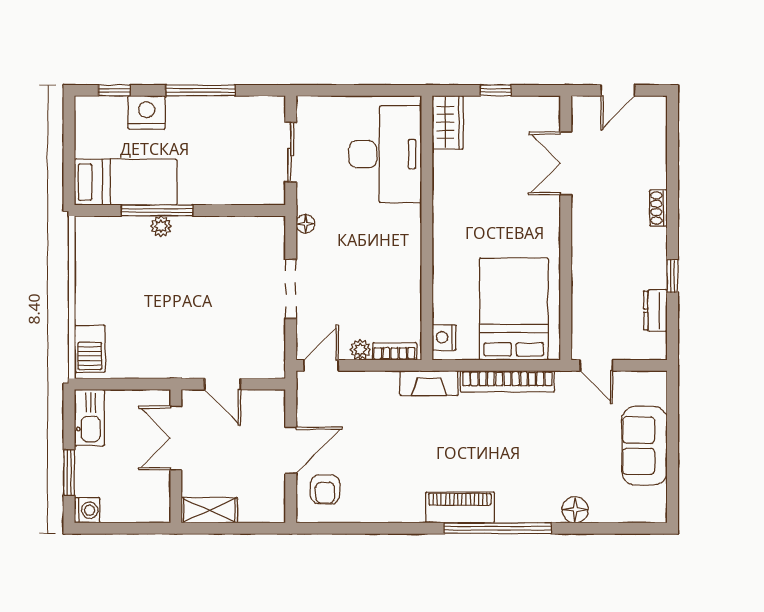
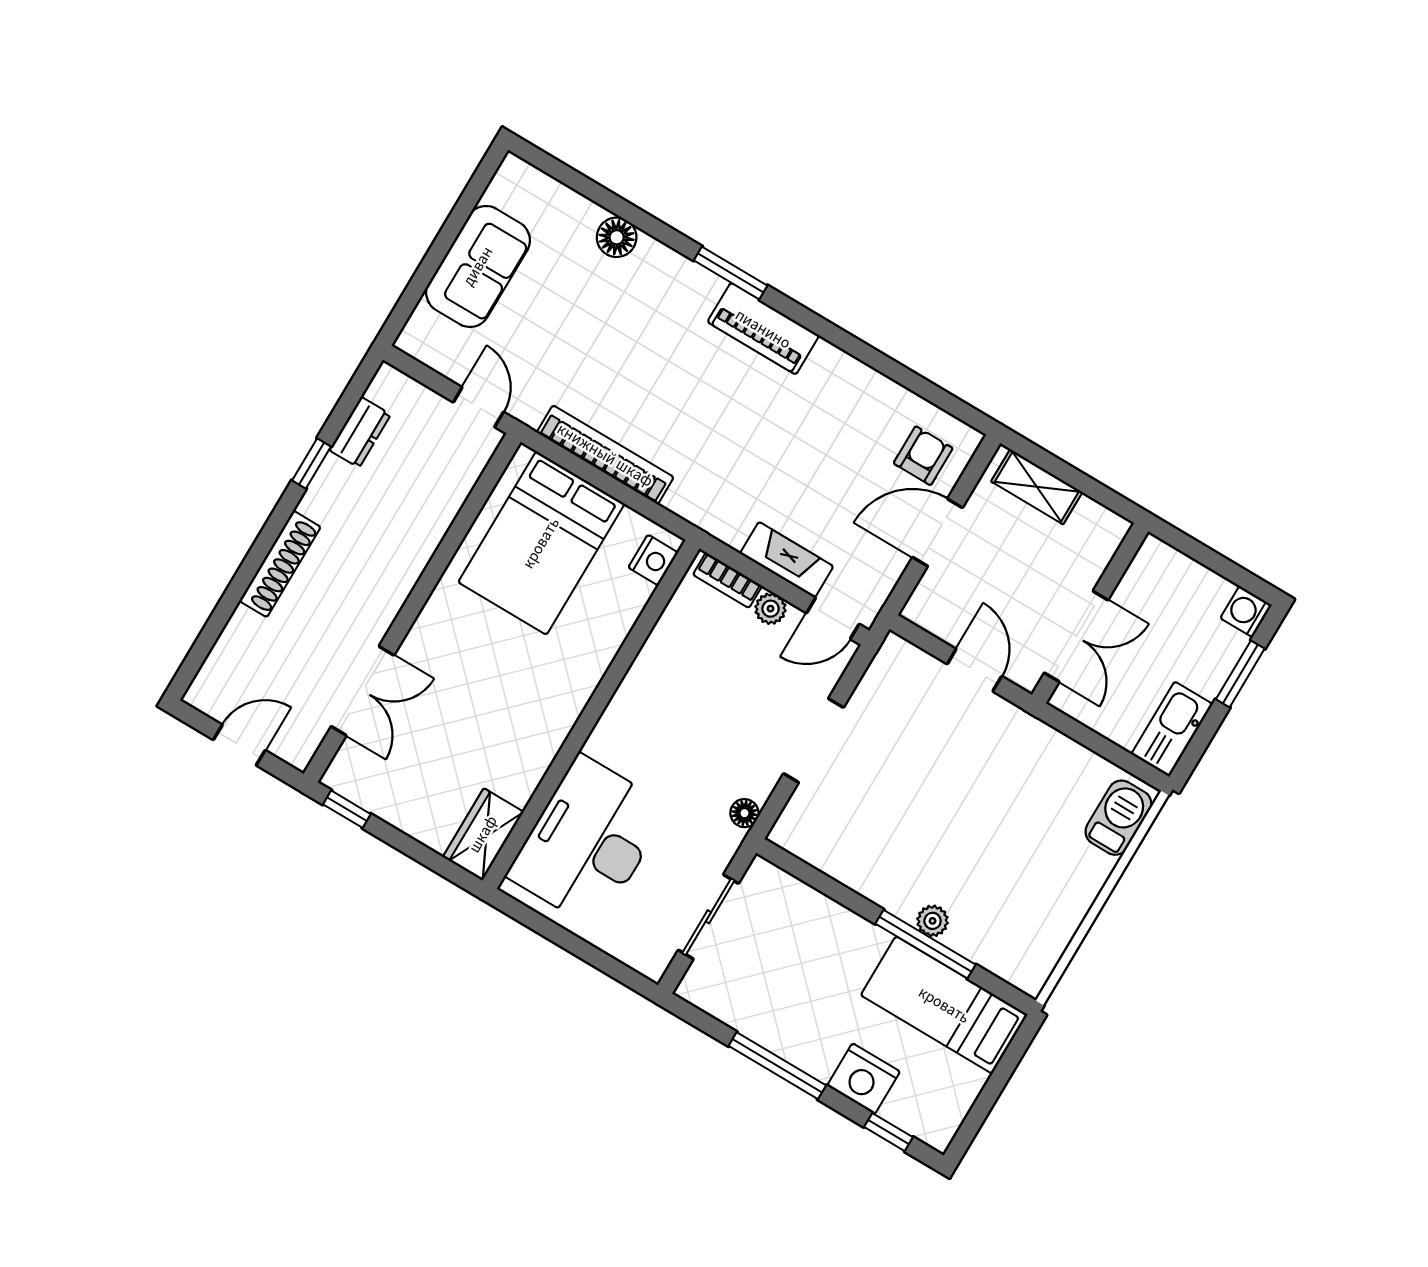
window: (496, 90) -> (347, 809), moved
shoe rack: (658, 208) -> (280, 564), width x1.94, depth x1.24
fireplace: (429, 383) -> (787, 560), moved
shelving: (209, 510) -> (1037, 487), moved
window: (498, 528) -> (731, 273), width x0.47

